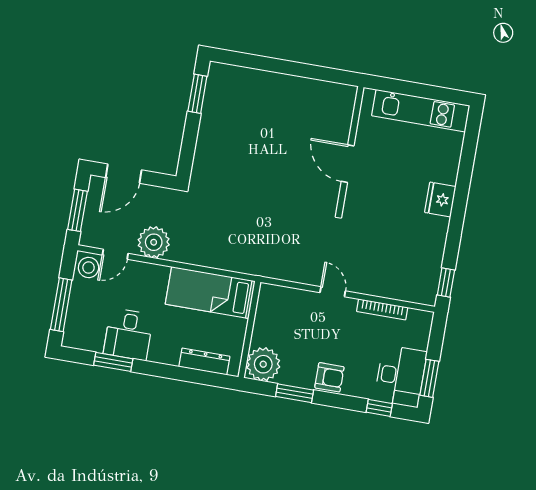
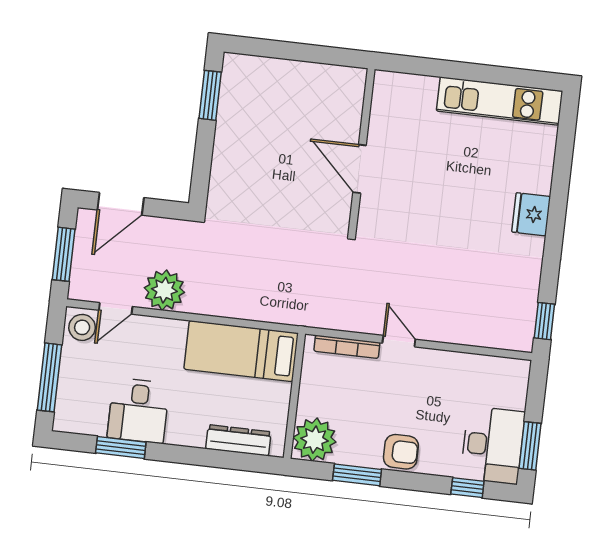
wall: (350, 149) -> (362, 150), moved
door: (348, 164) -> (360, 169), moved
bookcase: (382, 309) -> (347, 347), moved

